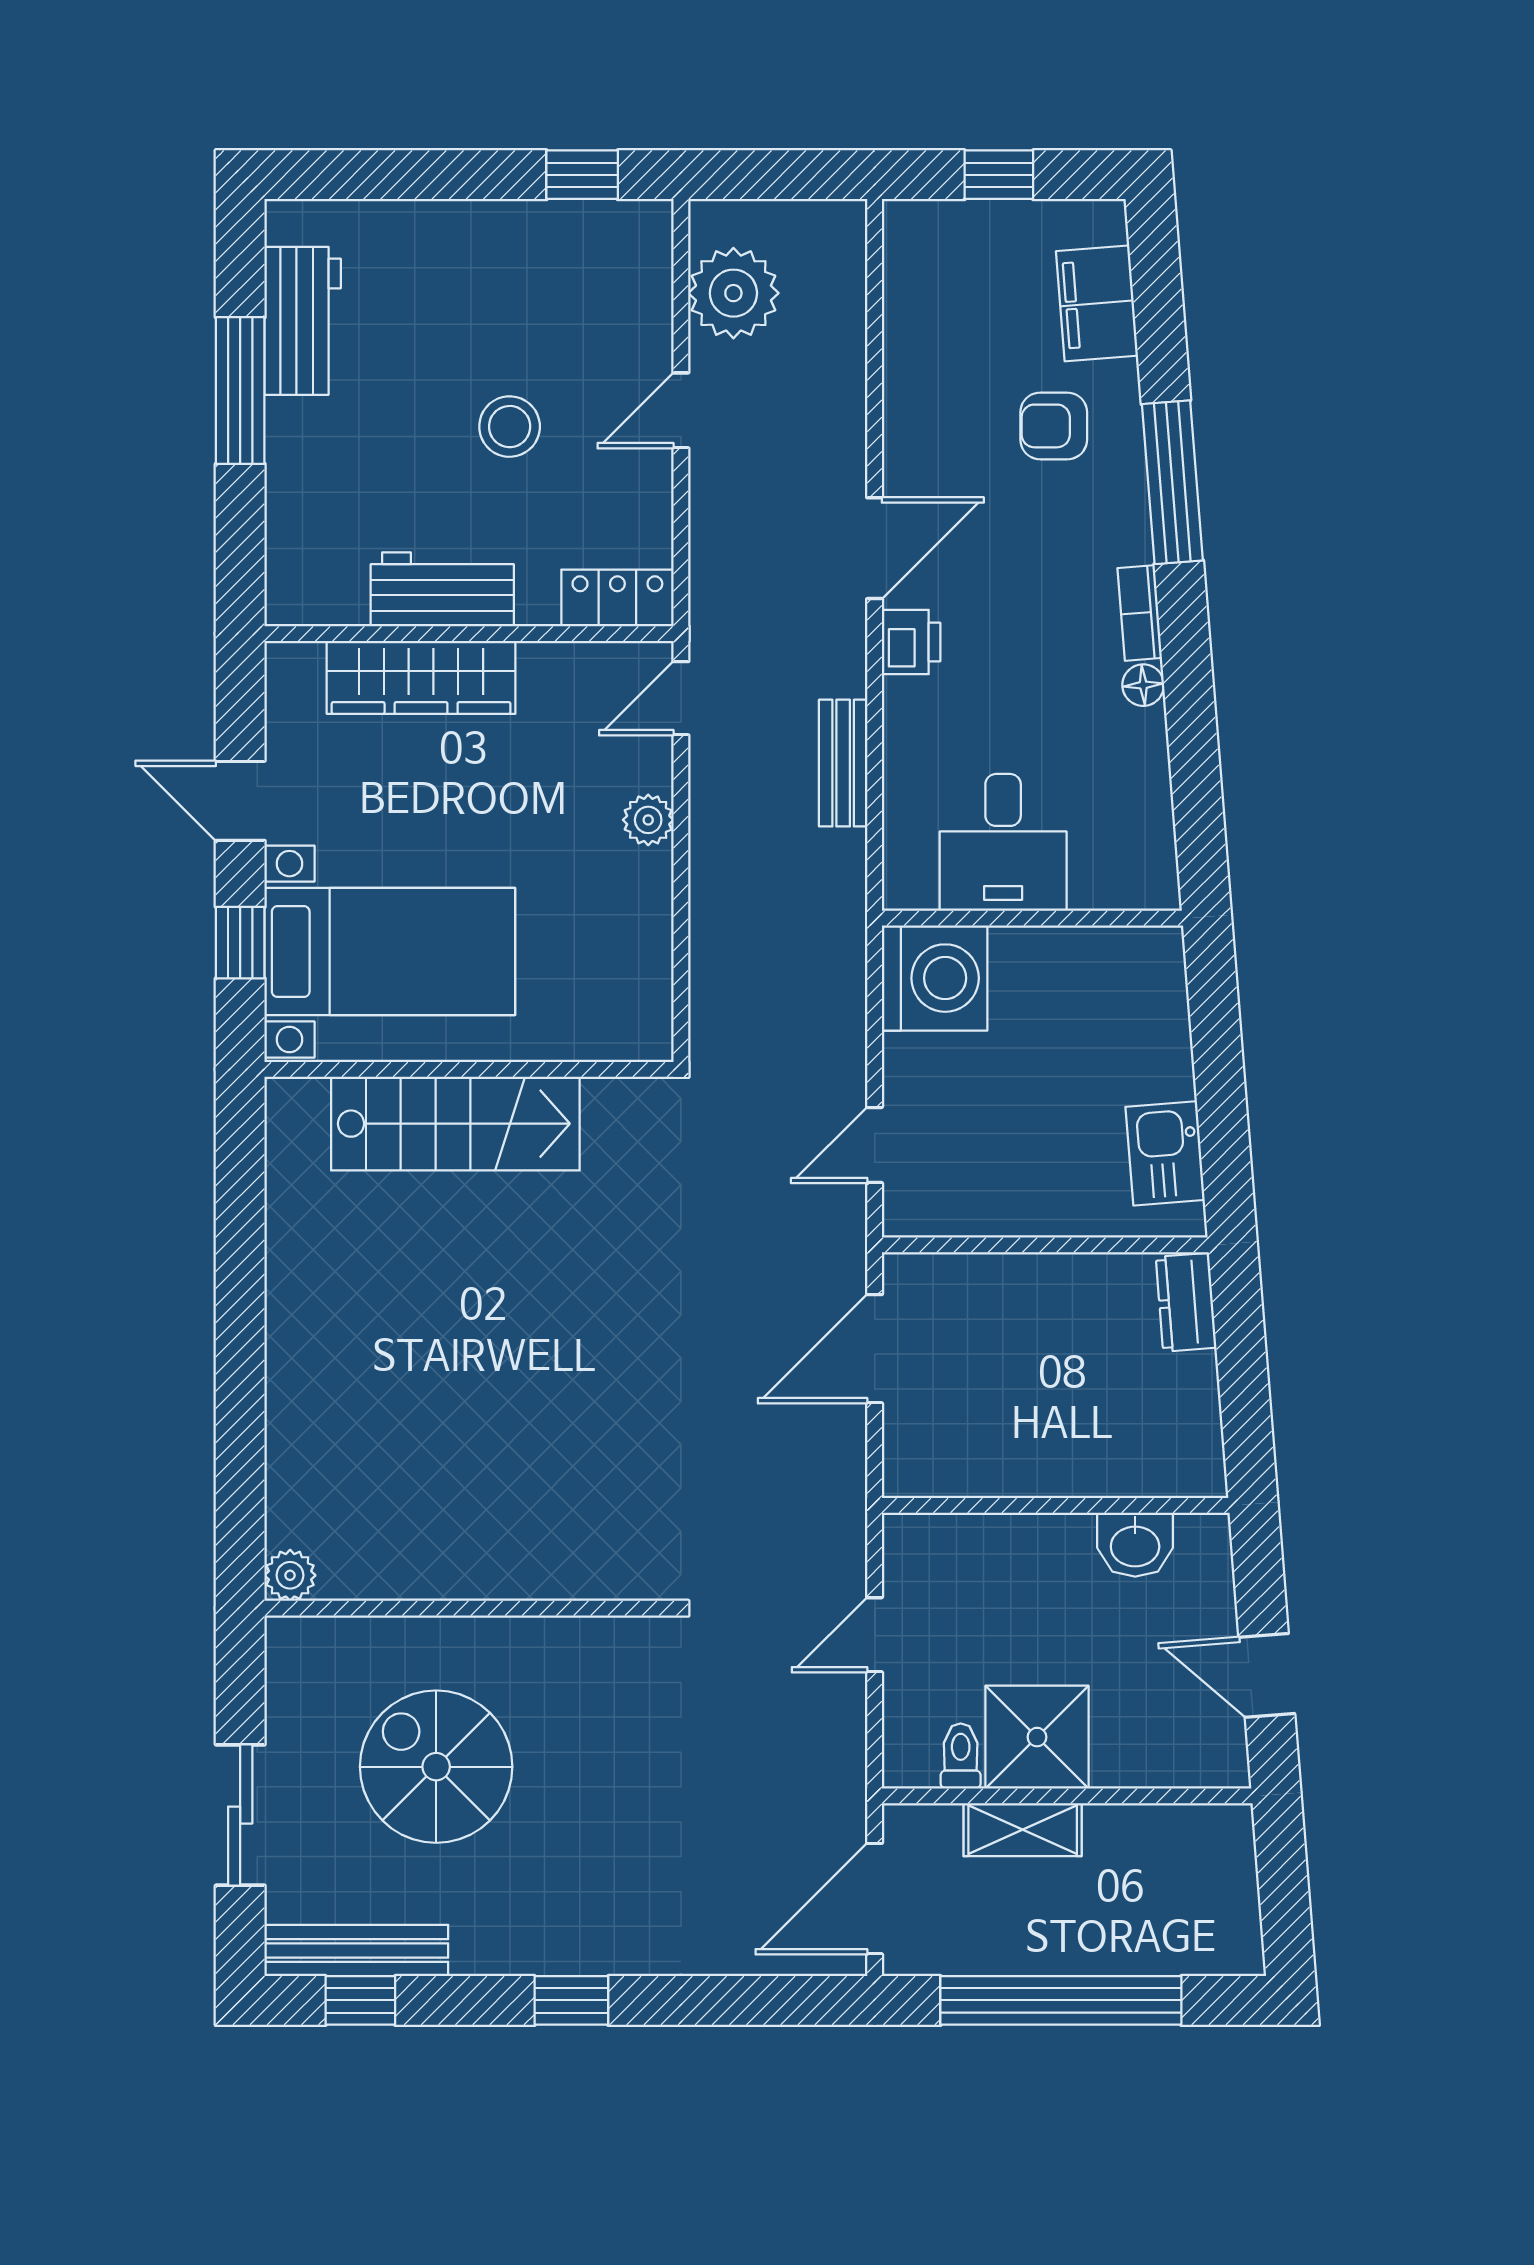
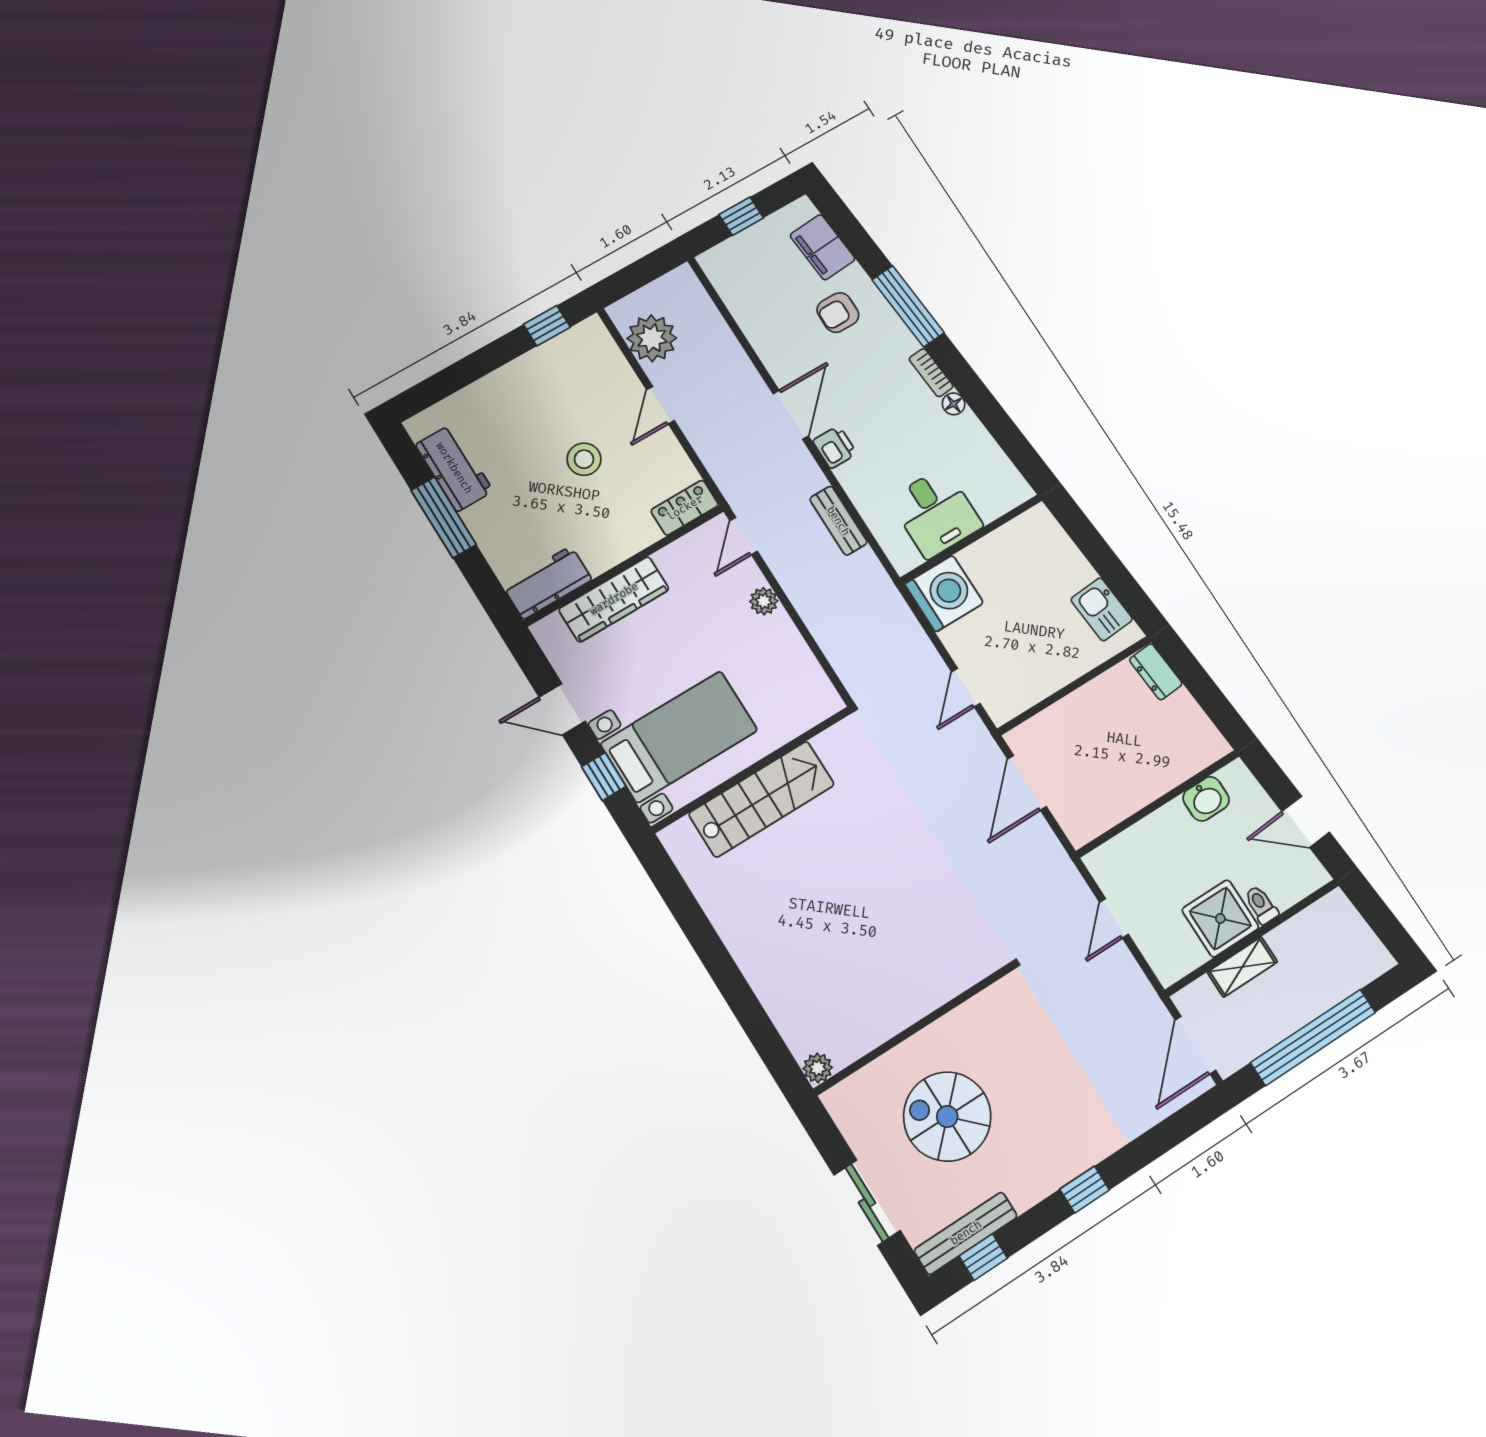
workbench: (442, 589) -> (547, 583), moved
toilet: (961, 1756) -> (1261, 905), moved

